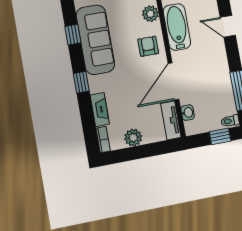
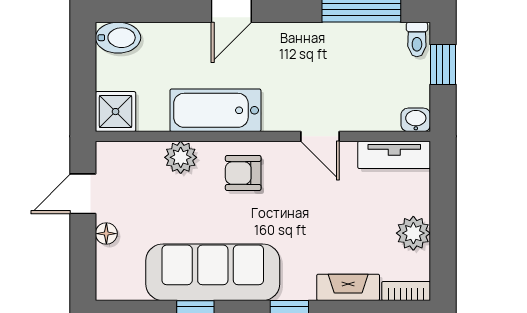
door: (173, 81) -> (320, 136), width x0.53
washbasin: (188, 113) -> (416, 120), moved

